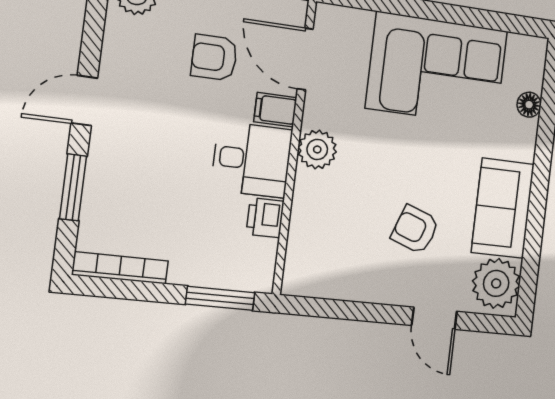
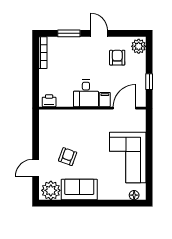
armchair: (214, 58) -> (117, 58), moved
floor lamp: (529, 105) -> (134, 195), moved
plant: (317, 149) -> (92, 116), removed
printer: (265, 218) -> (49, 101), moved
window: (220, 298) -> (36, 88), removed

